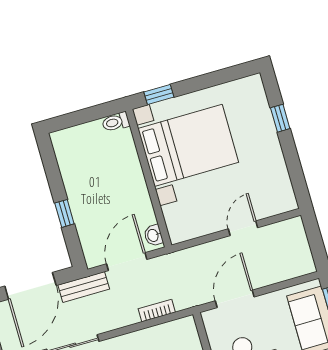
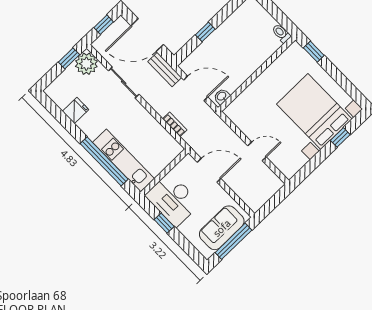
bed with nightstands: (188, 145) -> (314, 112), moved, turned 180

